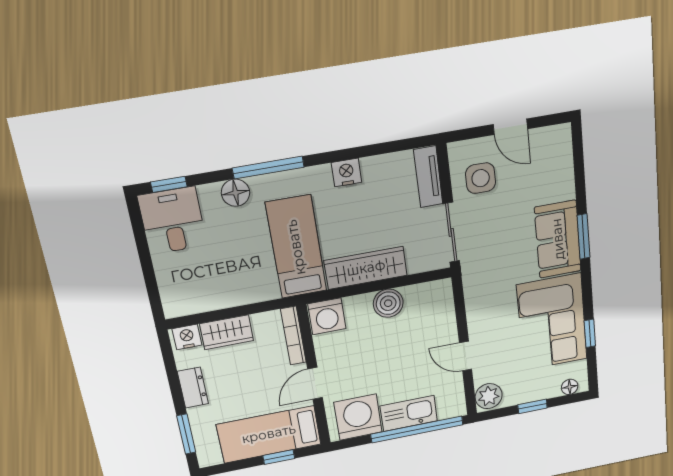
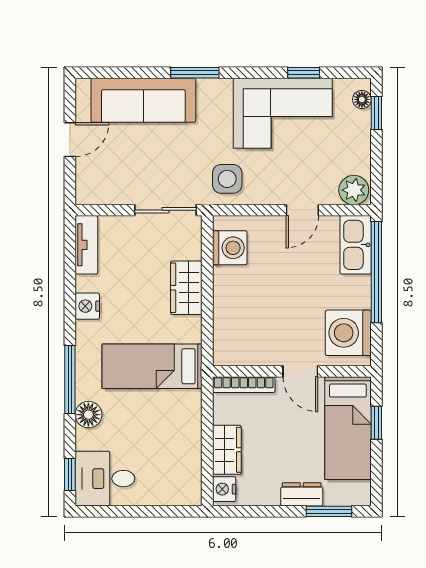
tv unit: (428, 177) -> (86, 245), moved, turned -90
side table: (481, 178) -> (227, 179), moved
sofa: (558, 239) -> (143, 100), moved, width x1.36
wardrobe: (366, 268) -> (186, 288), width x0.67
boiler: (388, 303) -> (228, 284), removed
washing machine: (327, 316) -> (230, 248), moved
dresser: (193, 388) -> (302, 494), moved
window: (533, 406) -> (376, 113), moved
kitchen sink: (409, 413) -> (356, 245), moved

